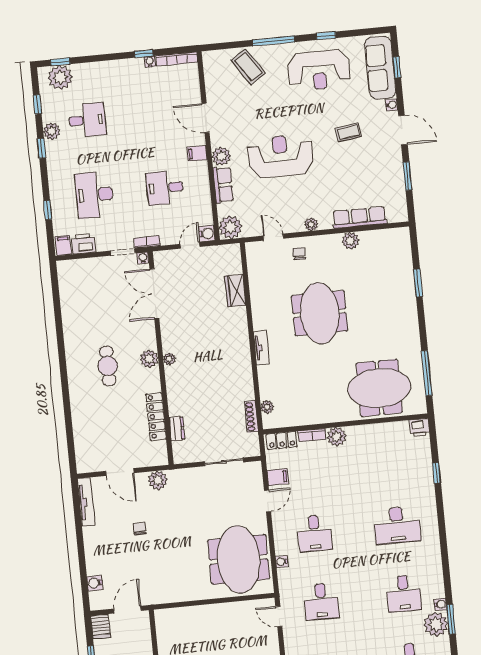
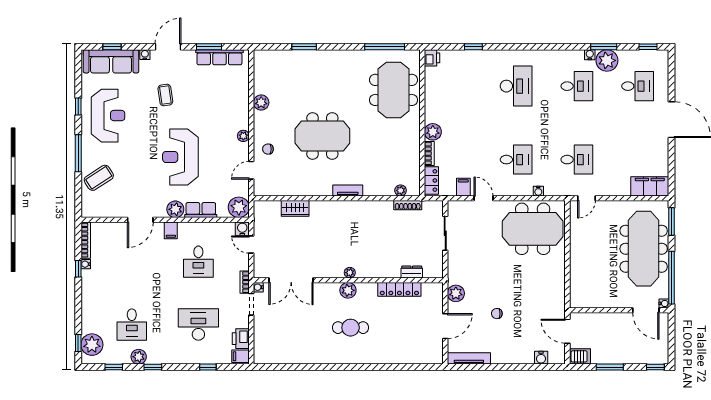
desk: (87, 120) -> (132, 325), turned 180
desk: (94, 195) -> (198, 325), turned 180
row of seats: (359, 218) -> (219, 57), moved, turned -90

